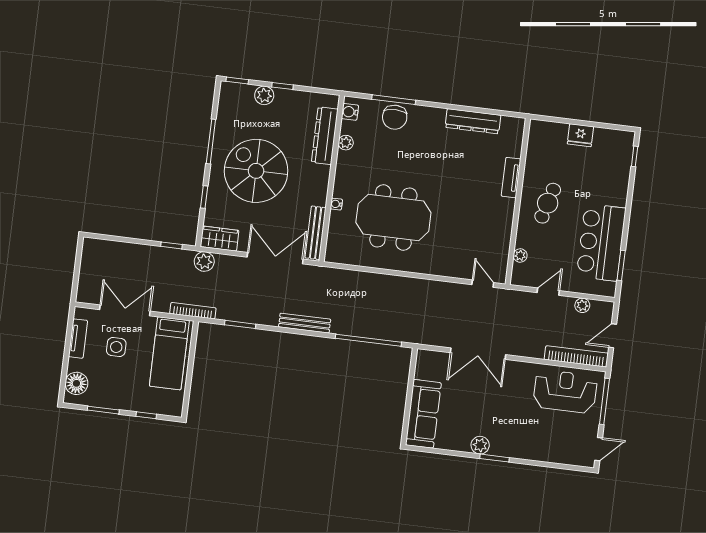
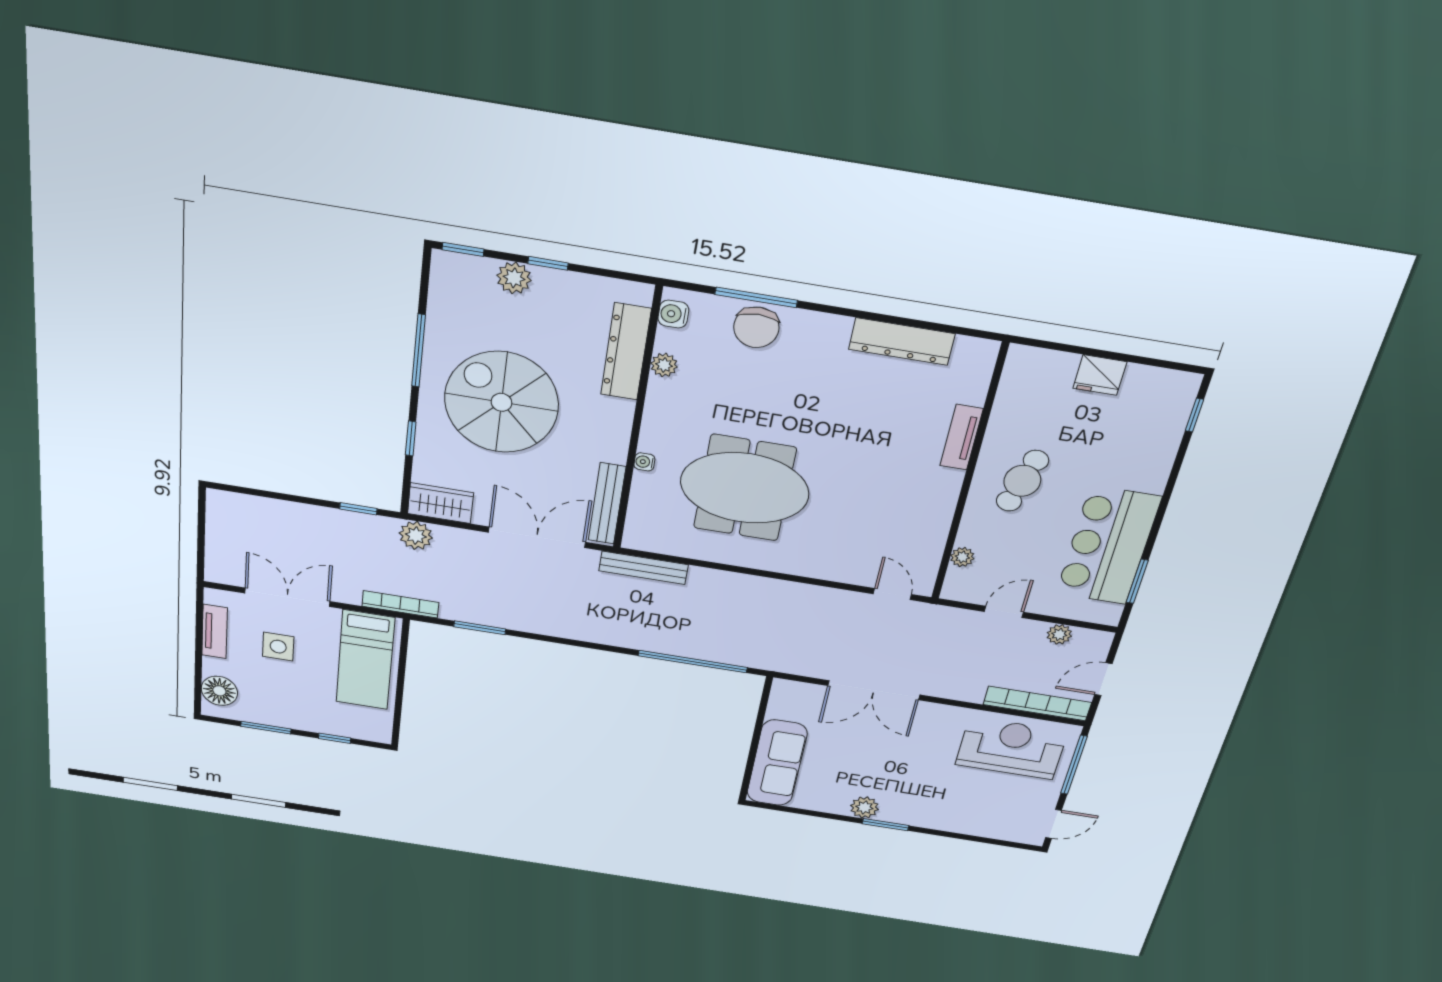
bench: (305, 323) -> (643, 568), moved

